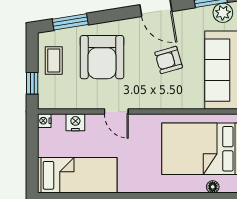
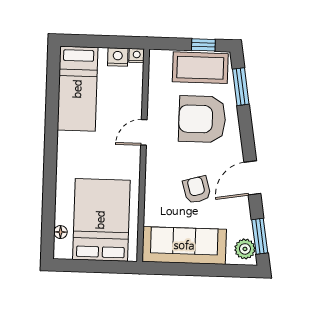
coffee table: (54, 60) -> (200, 68), width x1.86, depth x1.72
window: (32, 83) -> (203, 45), moved
nightstand: (75, 122) -> (118, 57), moved, turned -90

